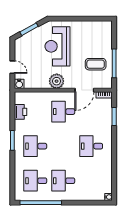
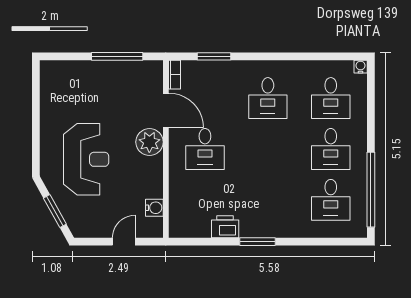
reception desk: (58, 46) -> (86, 159), turned -90
coffee table: (96, 64) -> (119, 90), removed
plant: (57, 81) -> (149, 142), moved
water cooler: (19, 84) -> (154, 208), moved
printer: (21, 112) -> (225, 227), moved
desk: (35, 146) -> (331, 98), moved

